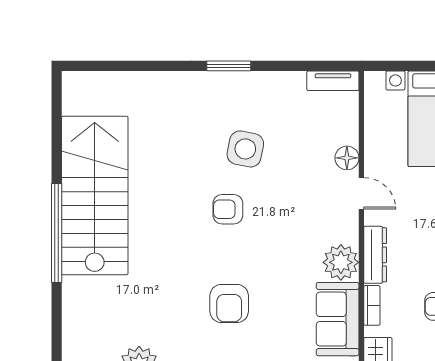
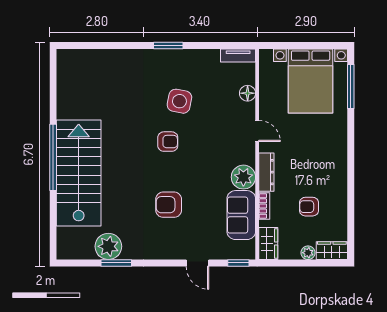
floor lamp: (347, 158) -> (248, 93), moved
stairs: (95, 195) -> (79, 173), moved
armchair: (228, 209) -> (168, 142), turned 180
armchair: (229, 303) -> (169, 205), turned 90

